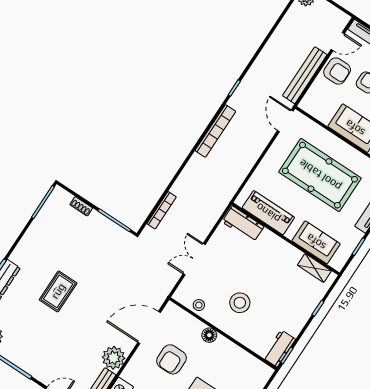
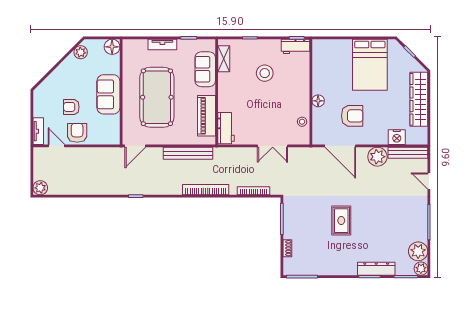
bench: (305, 75) -> (188, 153), moved
bookcase: (215, 131) -> (206, 190), moved
rug: (58, 291) -> (341, 221), moved, turned 90
stool: (240, 303) -> (265, 73), moved

